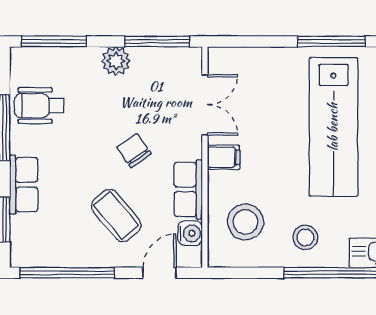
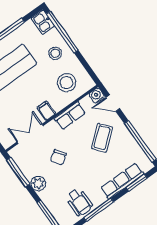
chair: (134, 151) -> (58, 157), moved
row of seats: (24, 185) -> (122, 181), width x1.48
water cooler: (190, 233) -> (97, 96), moved

